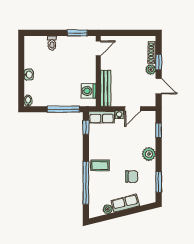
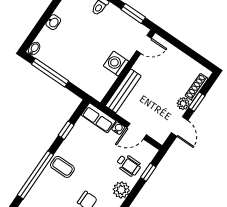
washing machine: (88, 91) -> (116, 64), moved
window: (63, 109) -> (50, 73), moved
window: (86, 127) -> (66, 130), moved
wheelchair: (142, 134) -> (128, 165), added

